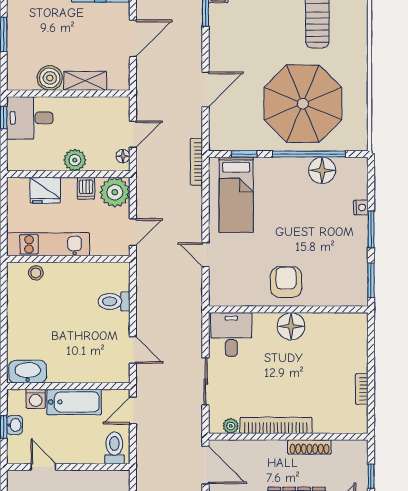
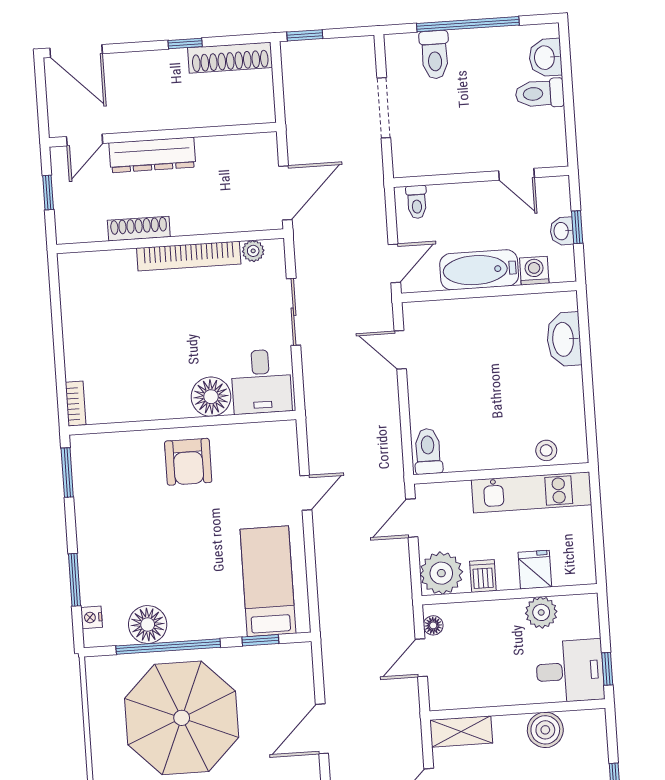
shelving: (85, 81) -> (461, 731), moved
plant: (75, 160) -> (541, 612), moved
bookcase: (196, 162) -> (328, 625), removed
fridge: (45, 190) -> (535, 570), width x0.72
nightstand: (361, 208) -> (92, 617), moved
window: (371, 229) -> (74, 580), moved
door: (206, 255) -> (306, 493), hinge flipped
toilet: (114, 301) -> (428, 451), moved, turned -90
floor lamp: (291, 326) -> (211, 397), moved
washbasin: (28, 372) -> (564, 339), moved, turned 90
bookcase: (362, 389) -> (76, 404), moved
toilet: (114, 448) -> (417, 202), width x0.73, depth x0.72
door: (206, 465) -> (285, 193), swing flipped

